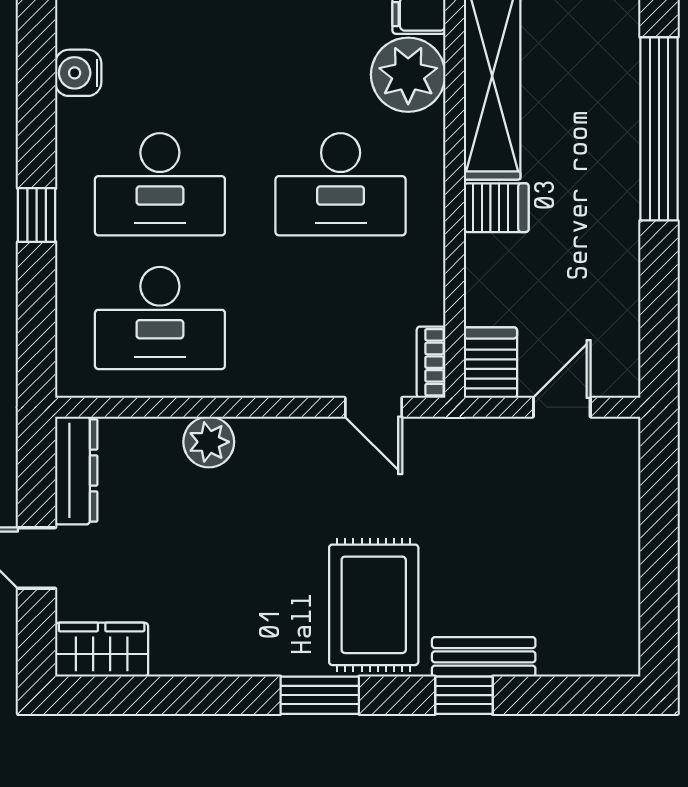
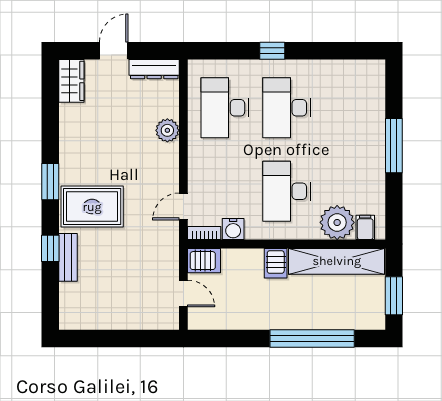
water cooler: (78, 73) -> (233, 229), moved, turned 180

